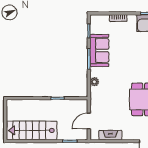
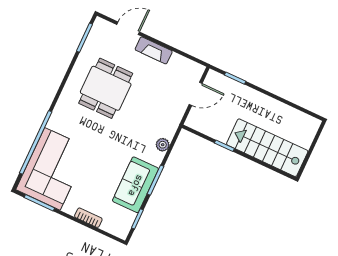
stairs: (32, 130) -> (267, 148), moved, turned 180
fireplace: (110, 135) -> (154, 50), moved

